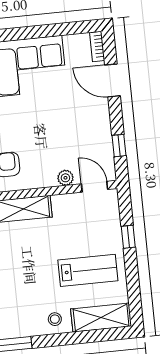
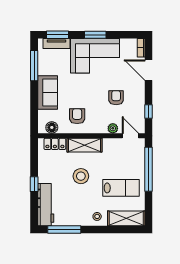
window: (23, 33) -> (95, 35), added
armchair: (66, 129) -> (116, 98), added
window: (128, 237) -> (149, 169), width x3.17
stool: (23, 258) -> (81, 176), added

